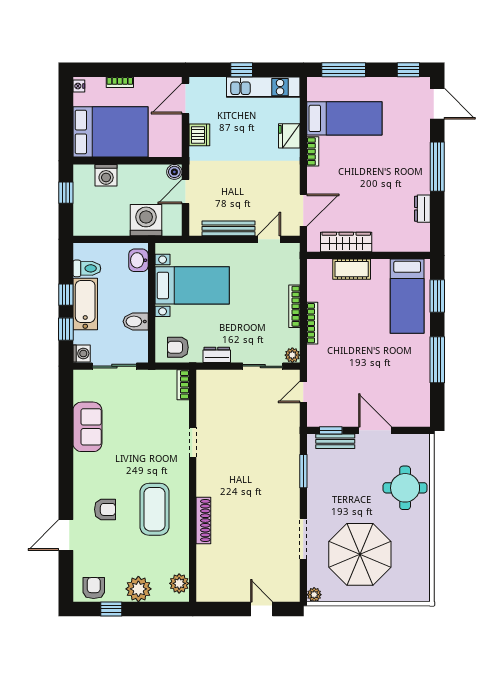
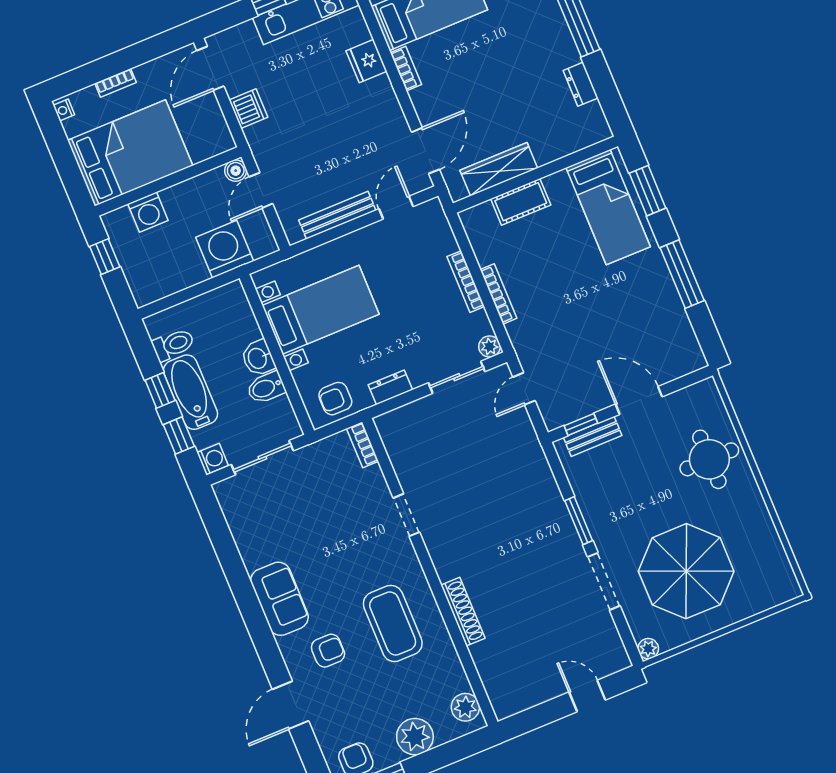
washbasin: (138, 260) -> (258, 358), moved
sofa: (87, 427) -> (279, 599), moved
window: (303, 471) -> (579, 521), moved

